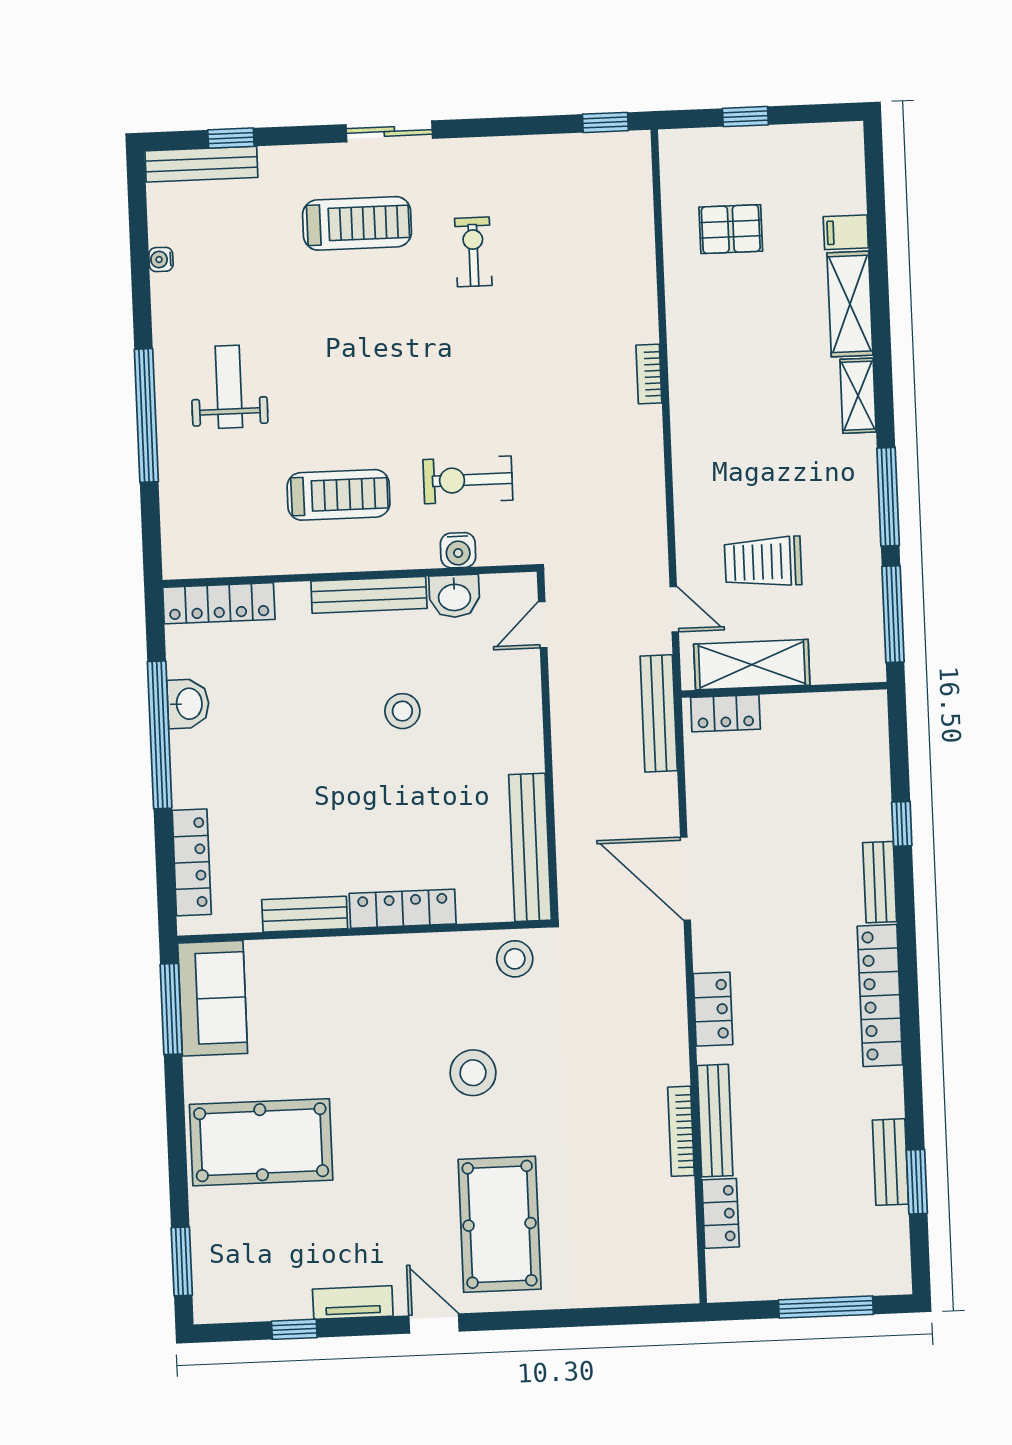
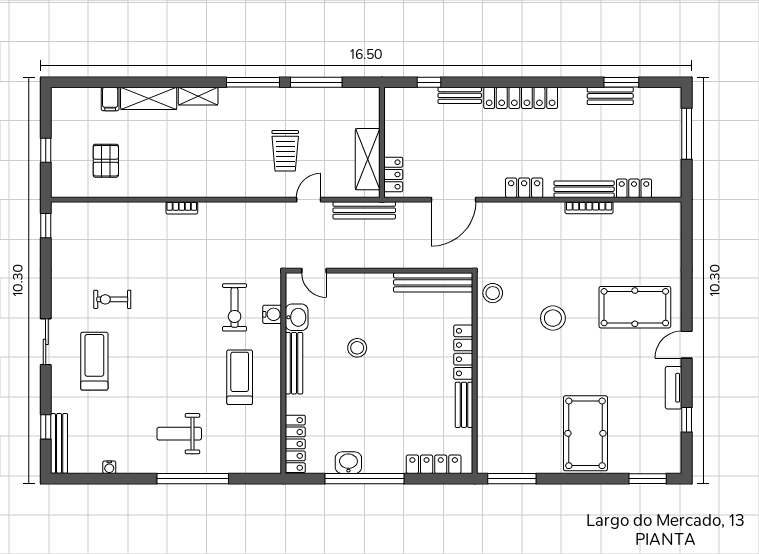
shelving: (752, 665) -> (368, 159), moved
wall: (784, 690) -> (382, 142), moved
locker: (725, 713) -> (393, 174), moved
sofa: (213, 998) -> (507, 456), removed

